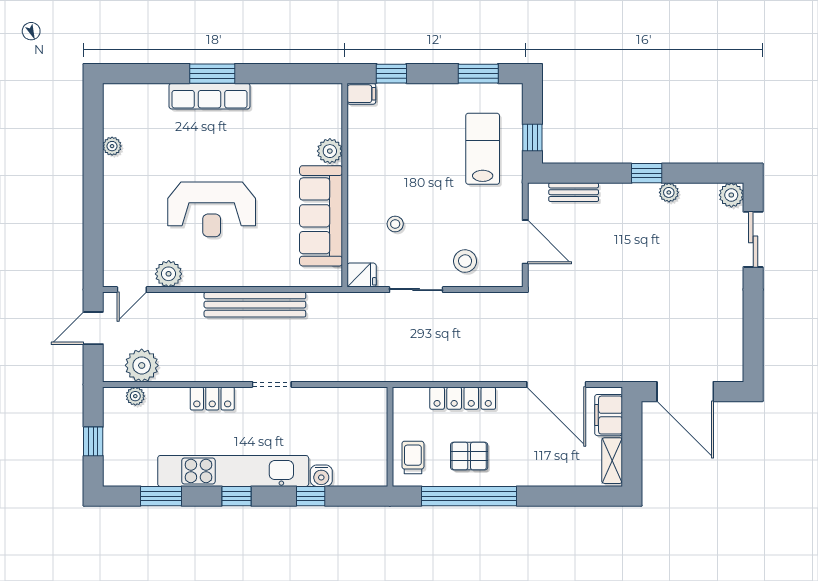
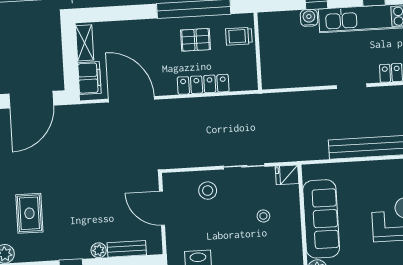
plant: (669, 192) -> (99, 250), moved
rug: (696, 245) -> (29, 213), added
door: (685, 392) -> (31, 100), swing flipped
trolley: (413, 457) -> (239, 36), turned 90

